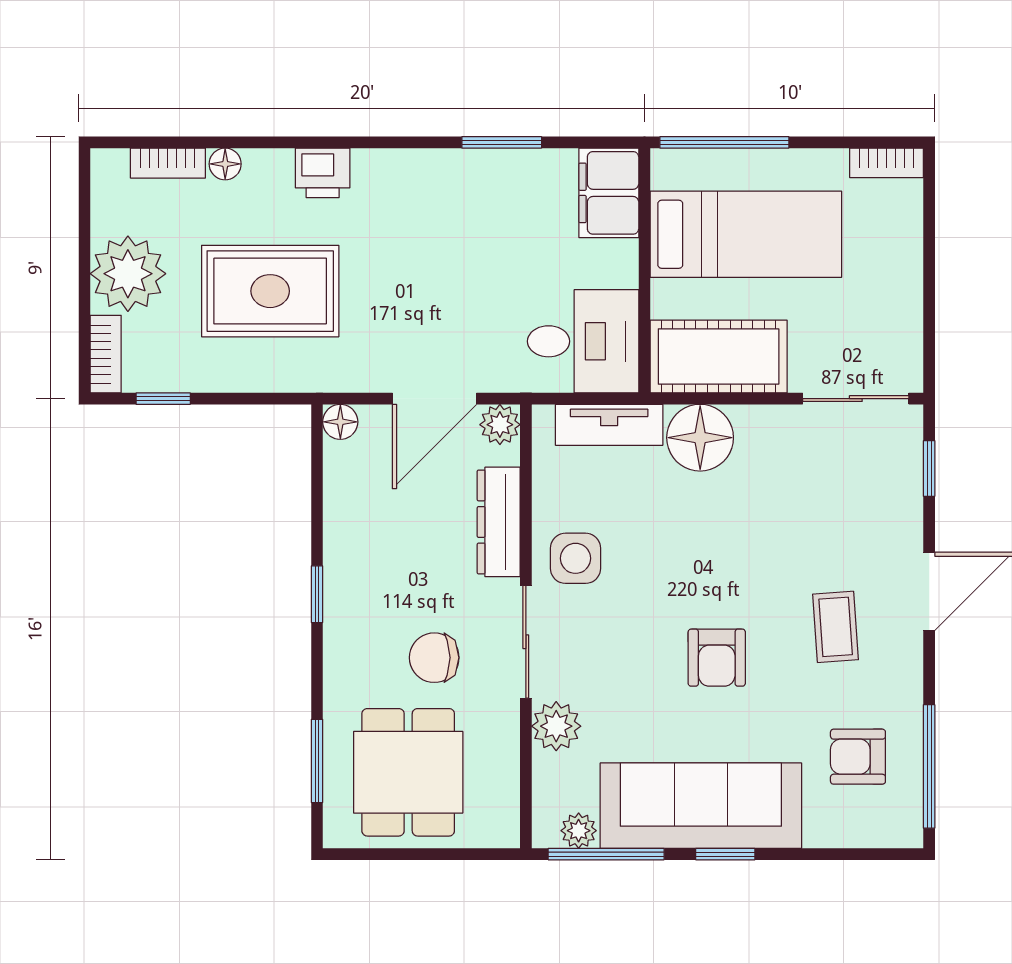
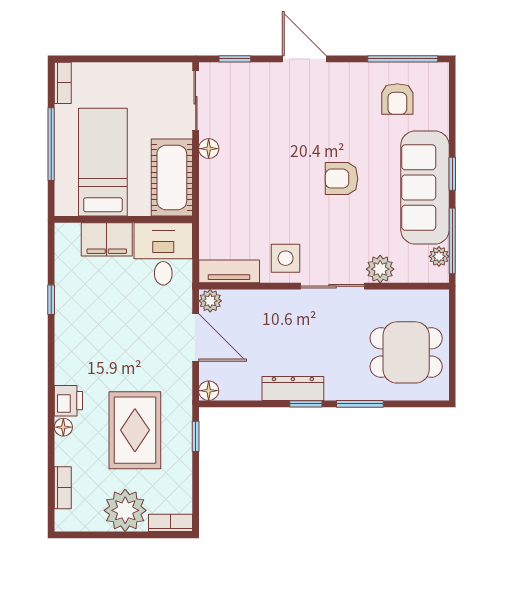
window: (502, 142) -> (51, 300), width x0.67
window: (724, 142) -> (51, 144), moved
floor lamp: (225, 164) -> (63, 427), moved
filing cabinet: (609, 193) -> (107, 239), moved
window: (163, 399) -> (196, 436), moved
tv unit: (609, 425) -> (229, 271), moved, turned -90
floor lamp: (700, 438) -> (209, 149), moved, width x0.53, depth x0.53
dresser: (499, 522) -> (293, 389), moved, turned 180
coffee table: (836, 627) -> (324, 112), removed
chair: (434, 658) -> (342, 338), removed
armchair: (717, 658) -> (342, 179), turned 180
window: (317, 761) -> (360, 404), moved

